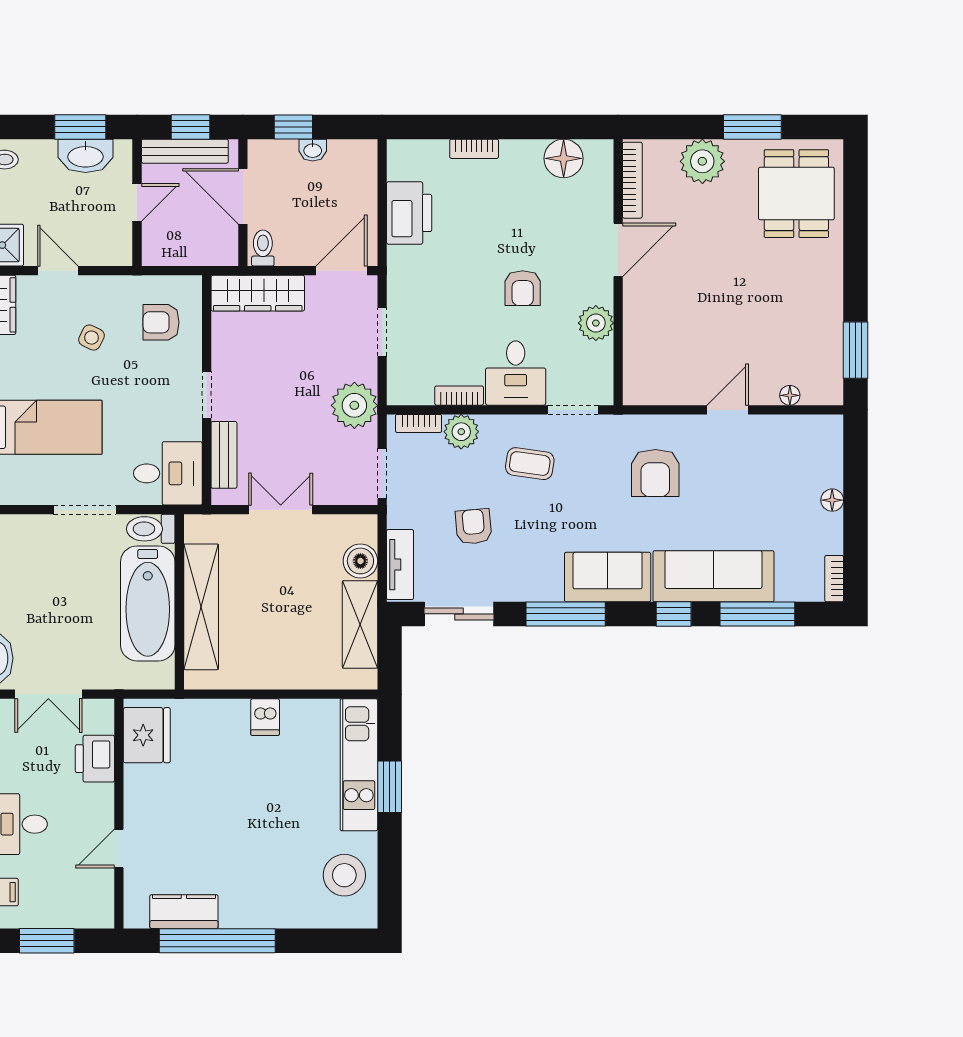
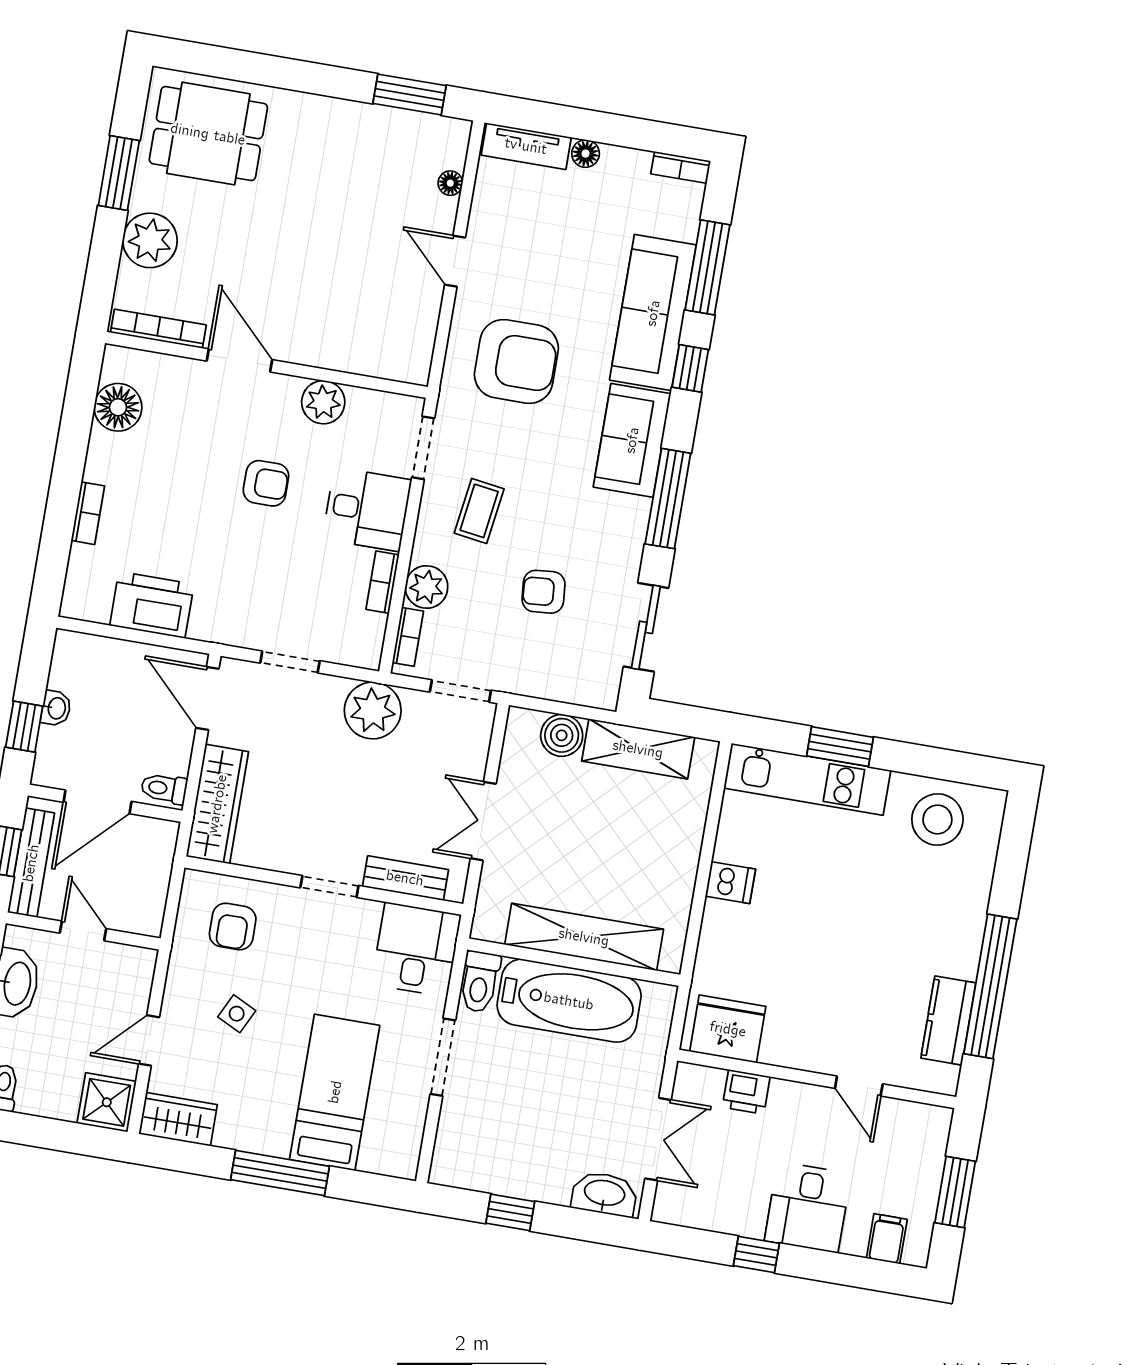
armchair: (655, 473) -> (516, 361), width x1.36, depth x1.36
tv unit: (400, 565) -> (526, 146), moved, turned 180
printer: (95, 759) -> (746, 1092), width x0.73, depth x0.81

